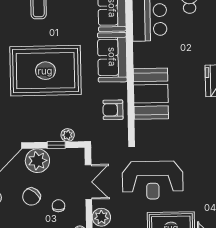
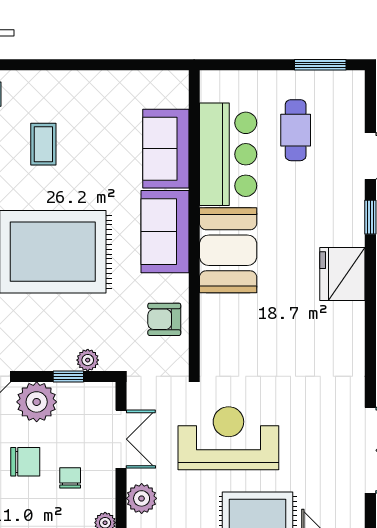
booth: (151, 94) -> (228, 250), moved
reception desk: (153, 180) -> (228, 438), turned 180
chair: (31, 197) -> (25, 462), turned -130

